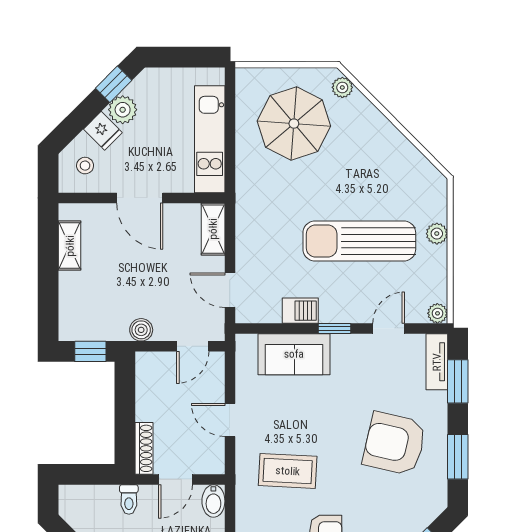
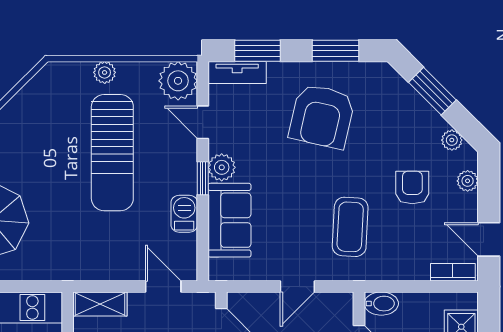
door: (230, 290) -> (163, 287), swing flipped
plant: (437, 313) -> (178, 81), width x1.87, depth x1.87
plant: (345, 347) -> (222, 167), added

